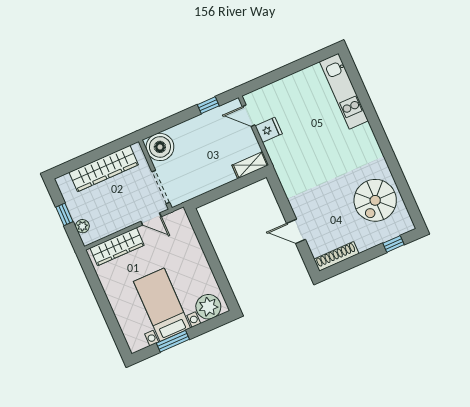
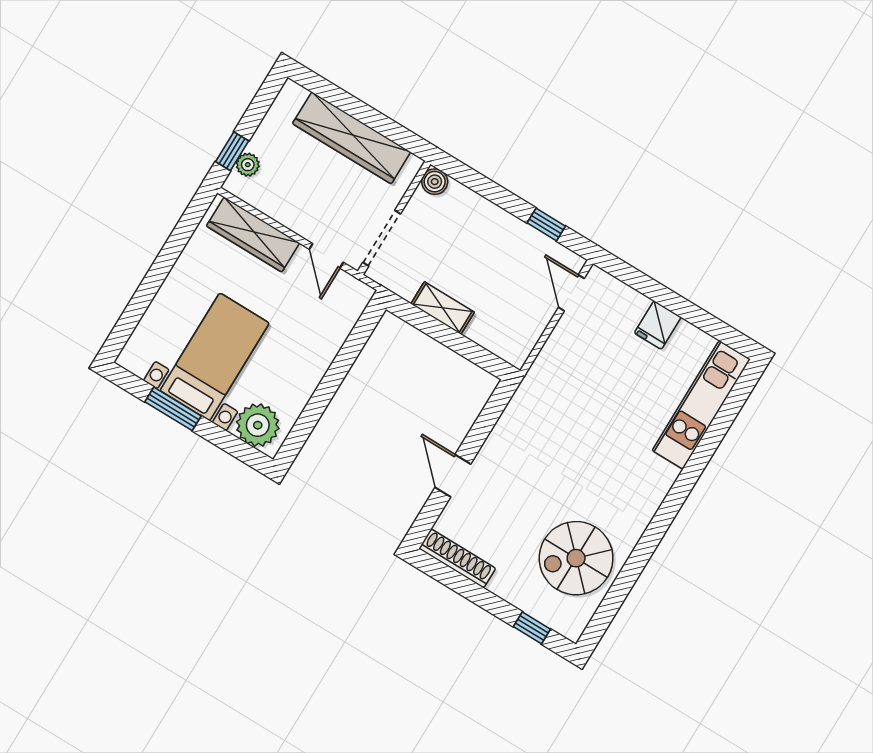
fridge: (269, 130) -> (658, 325), moved, turned 90
boiler: (160, 147) -> (435, 182), width x0.54, depth x0.54
shelving: (250, 165) -> (443, 308), moved
window: (64, 214) -> (232, 151), moved

